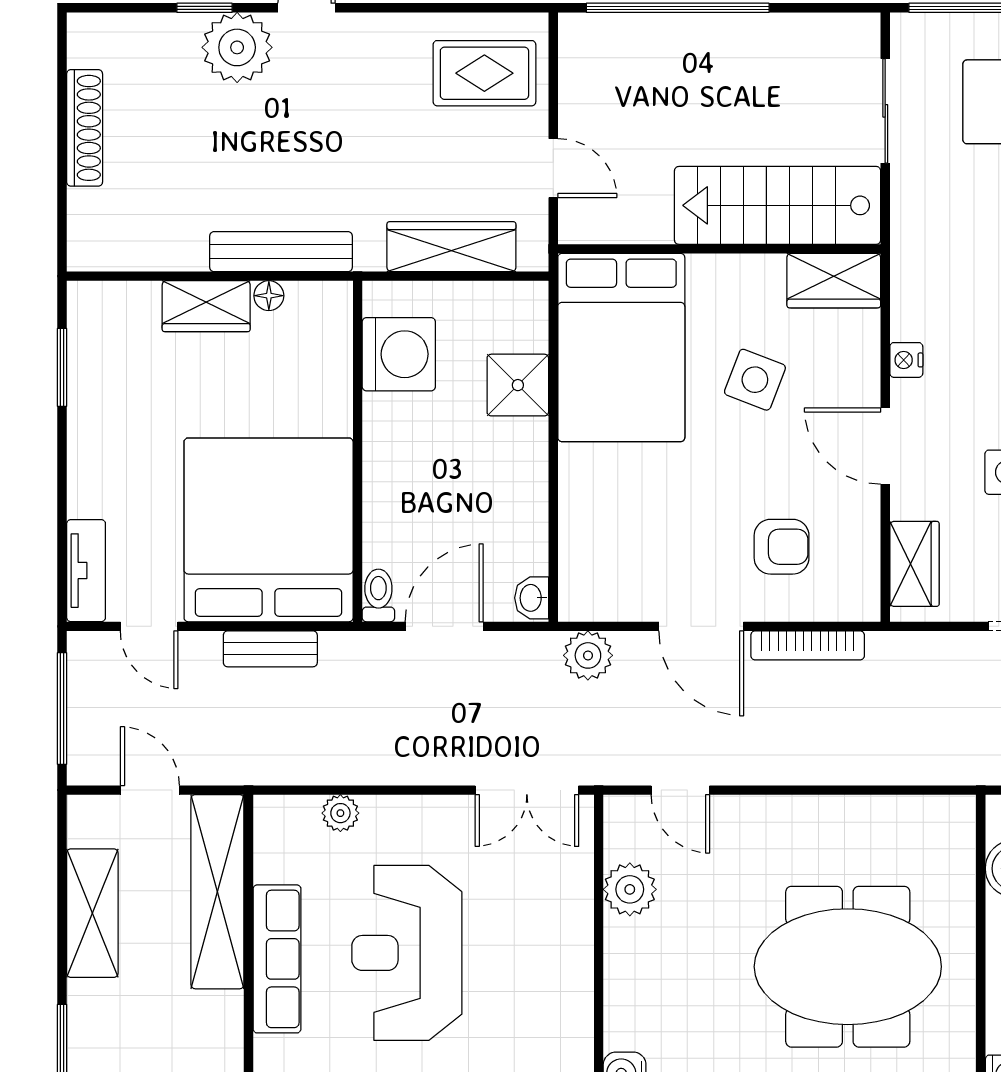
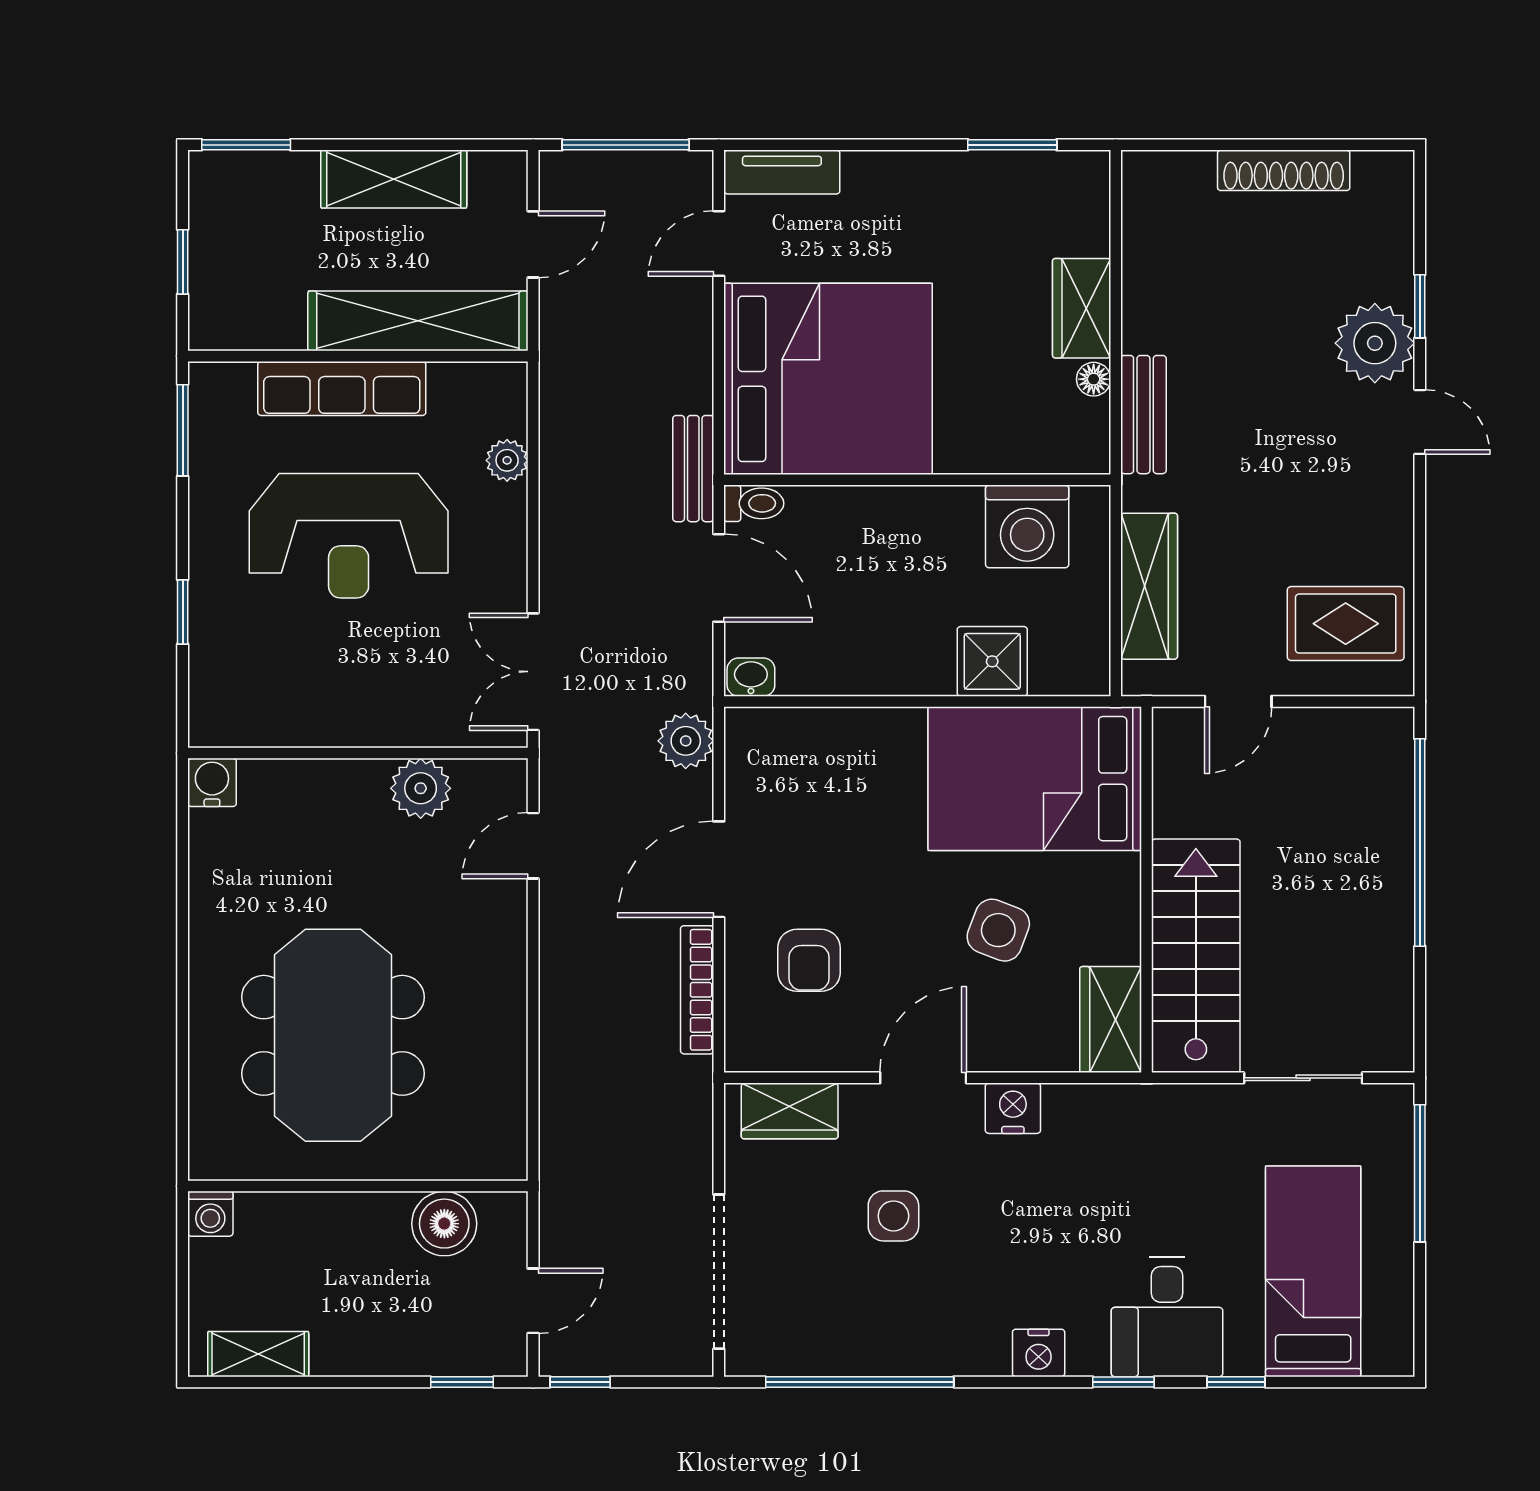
rug: (484, 73) -> (1346, 624), turned 90
bench: (281, 252) -> (1143, 415), width x0.73
nightstand: (906, 360) -> (1013, 1108), width x1.39, depth x1.35
bench: (270, 649) -> (693, 469), moved
reception desk: (407, 953) -> (349, 536), turned 180

